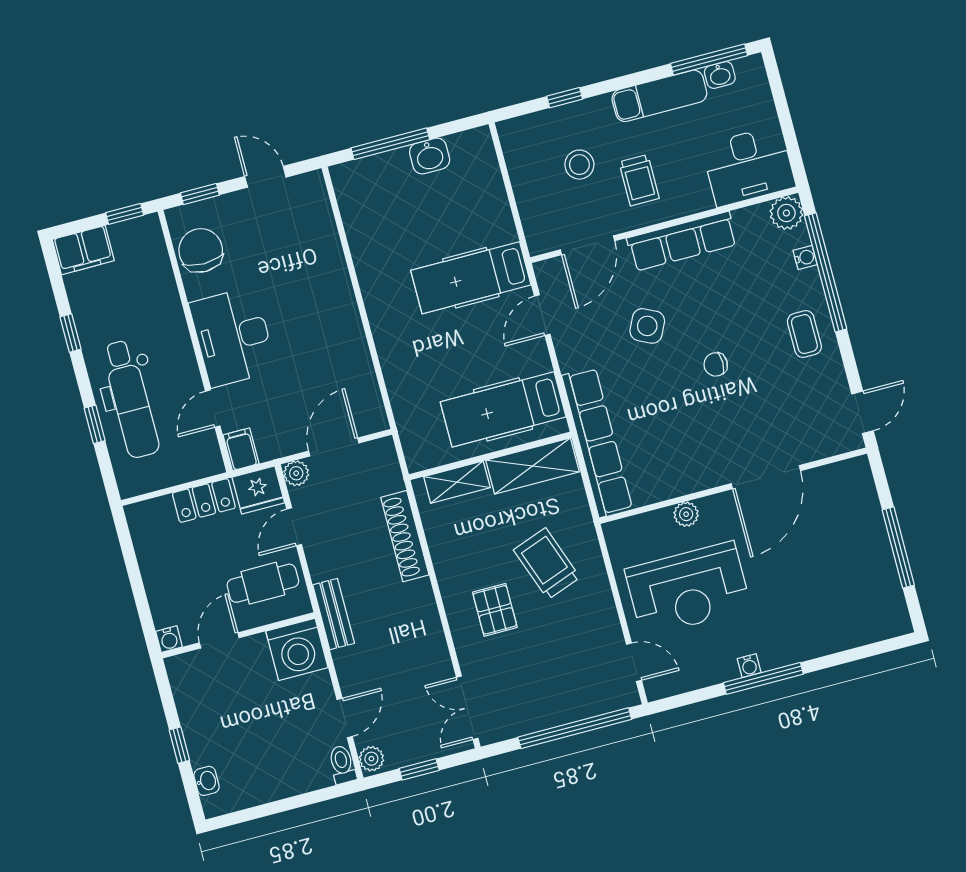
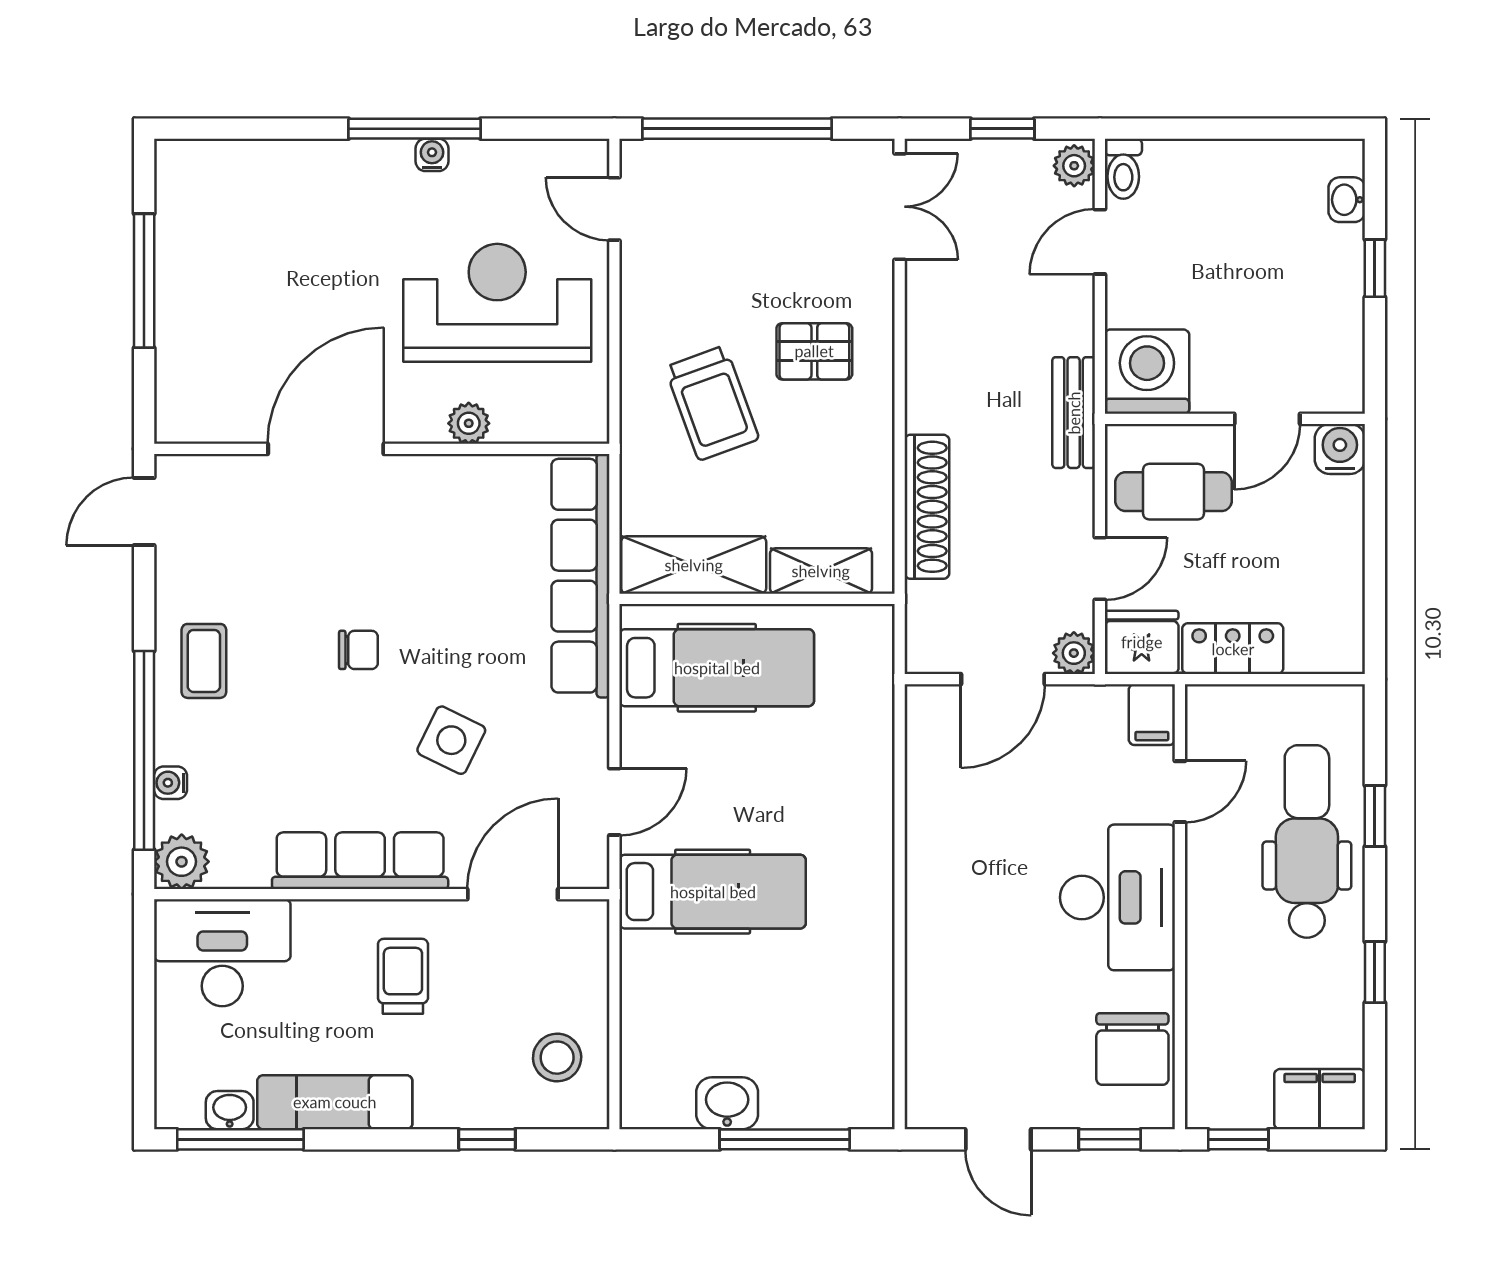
stool: (579, 165) -> (557, 1058), moved
pallet: (495, 610) -> (814, 351), turned 90
water cooler: (169, 639) -> (1340, 449), width x1.38, depth x1.38

